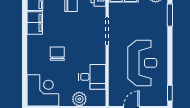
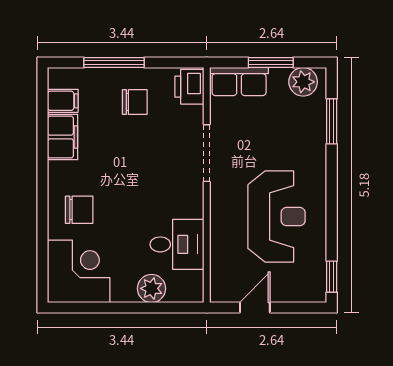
chair: (57, 54) -> (79, 210), moved, turned 90

